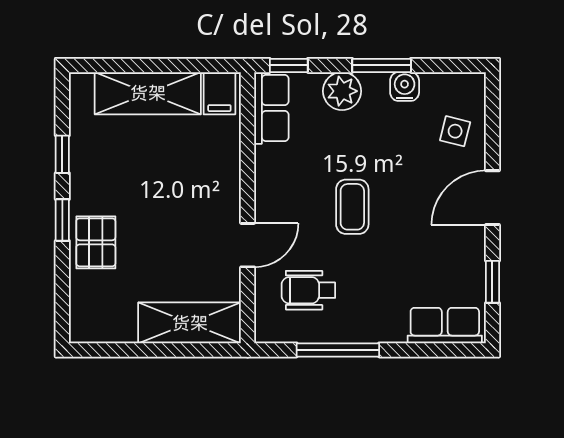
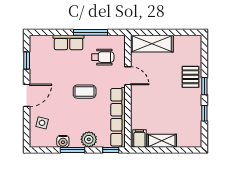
shelving: (148, 93) -> (162, 141), width x0.67, depth x0.75
row of seats: (271, 108) -> (118, 117), width x2.02
coffee table: (352, 207) -> (85, 92), turned 90
door: (248, 245) -> (128, 76), swing flipped
row of seats: (445, 326) -> (69, 42), moved

